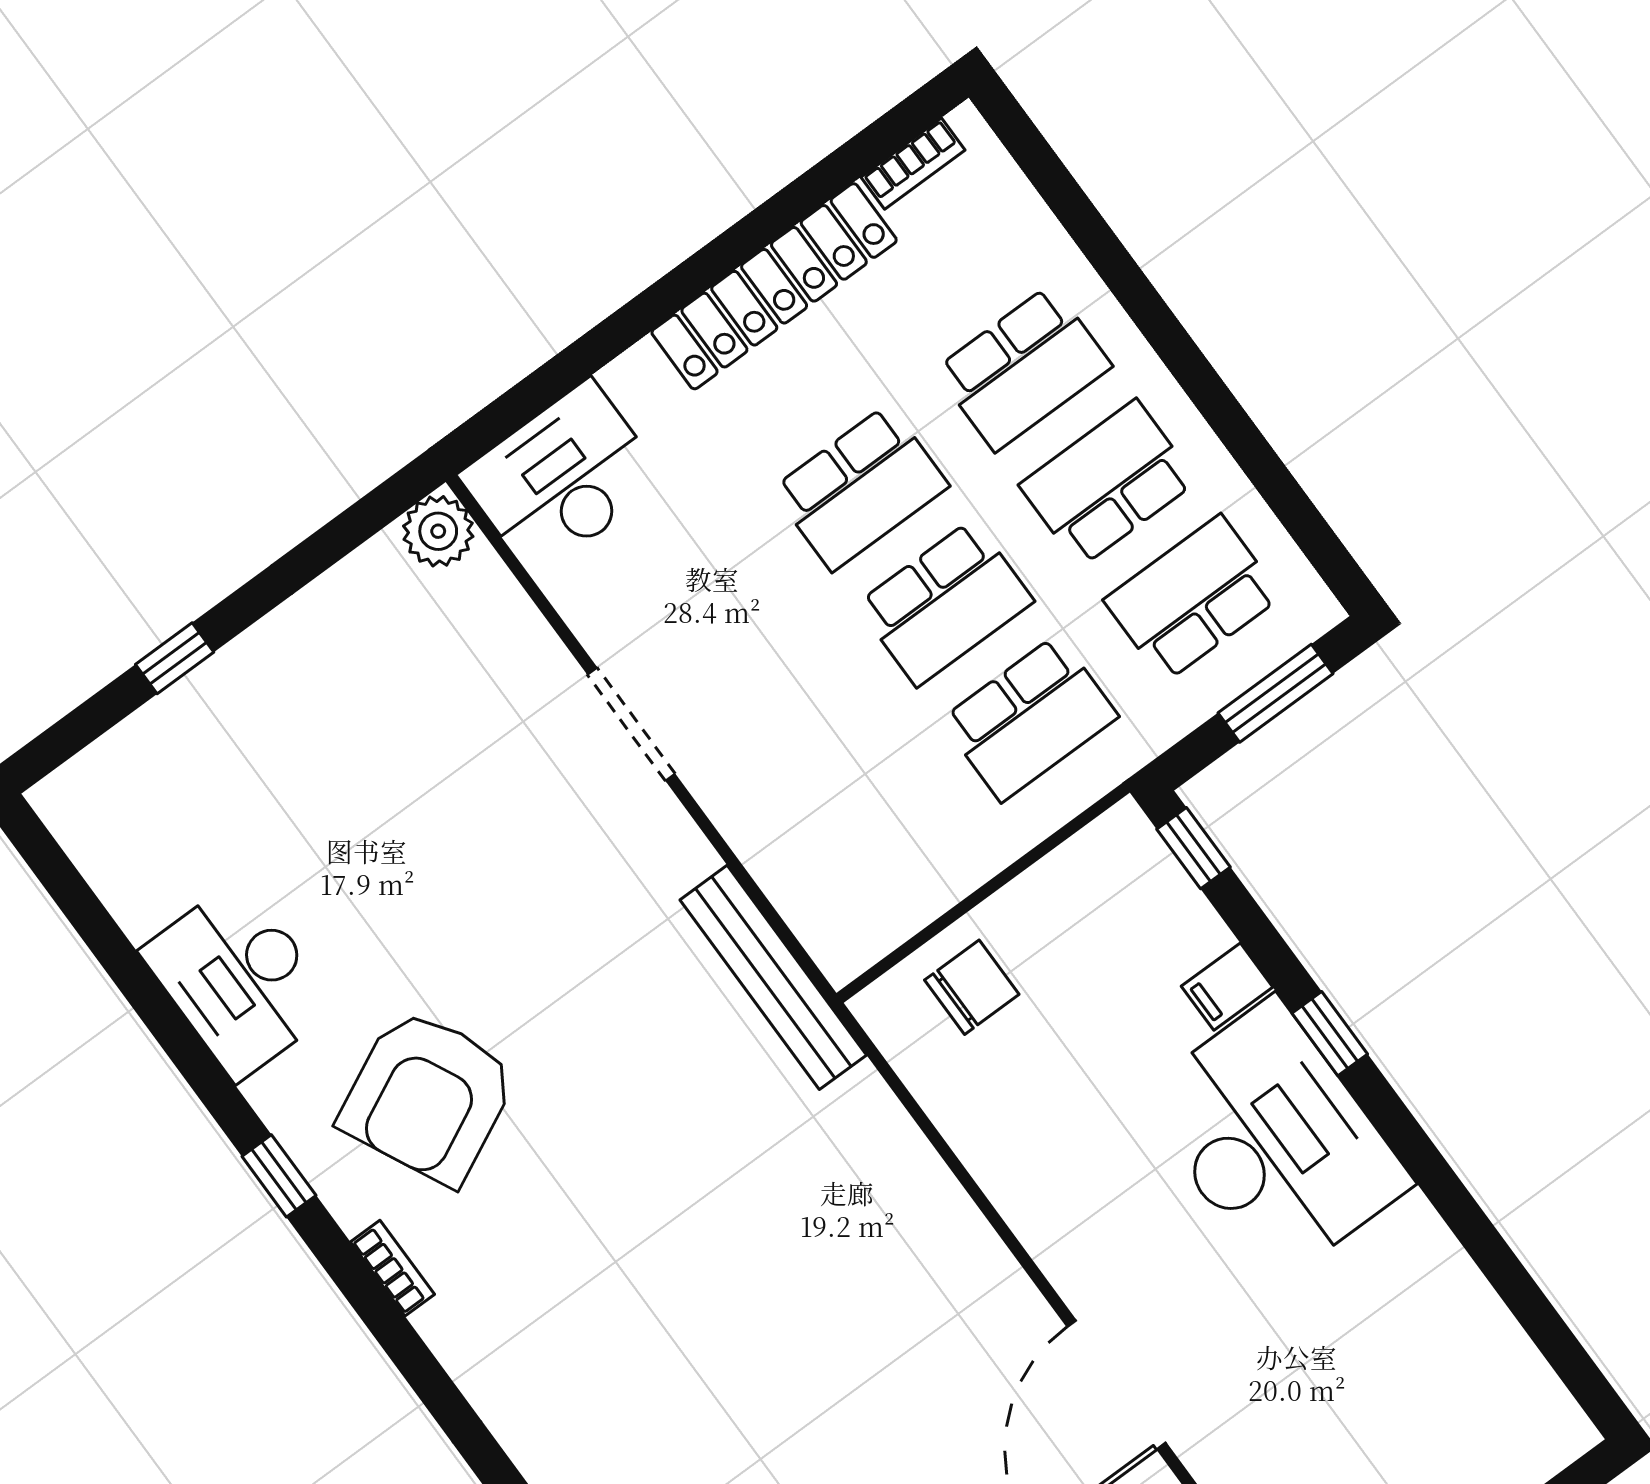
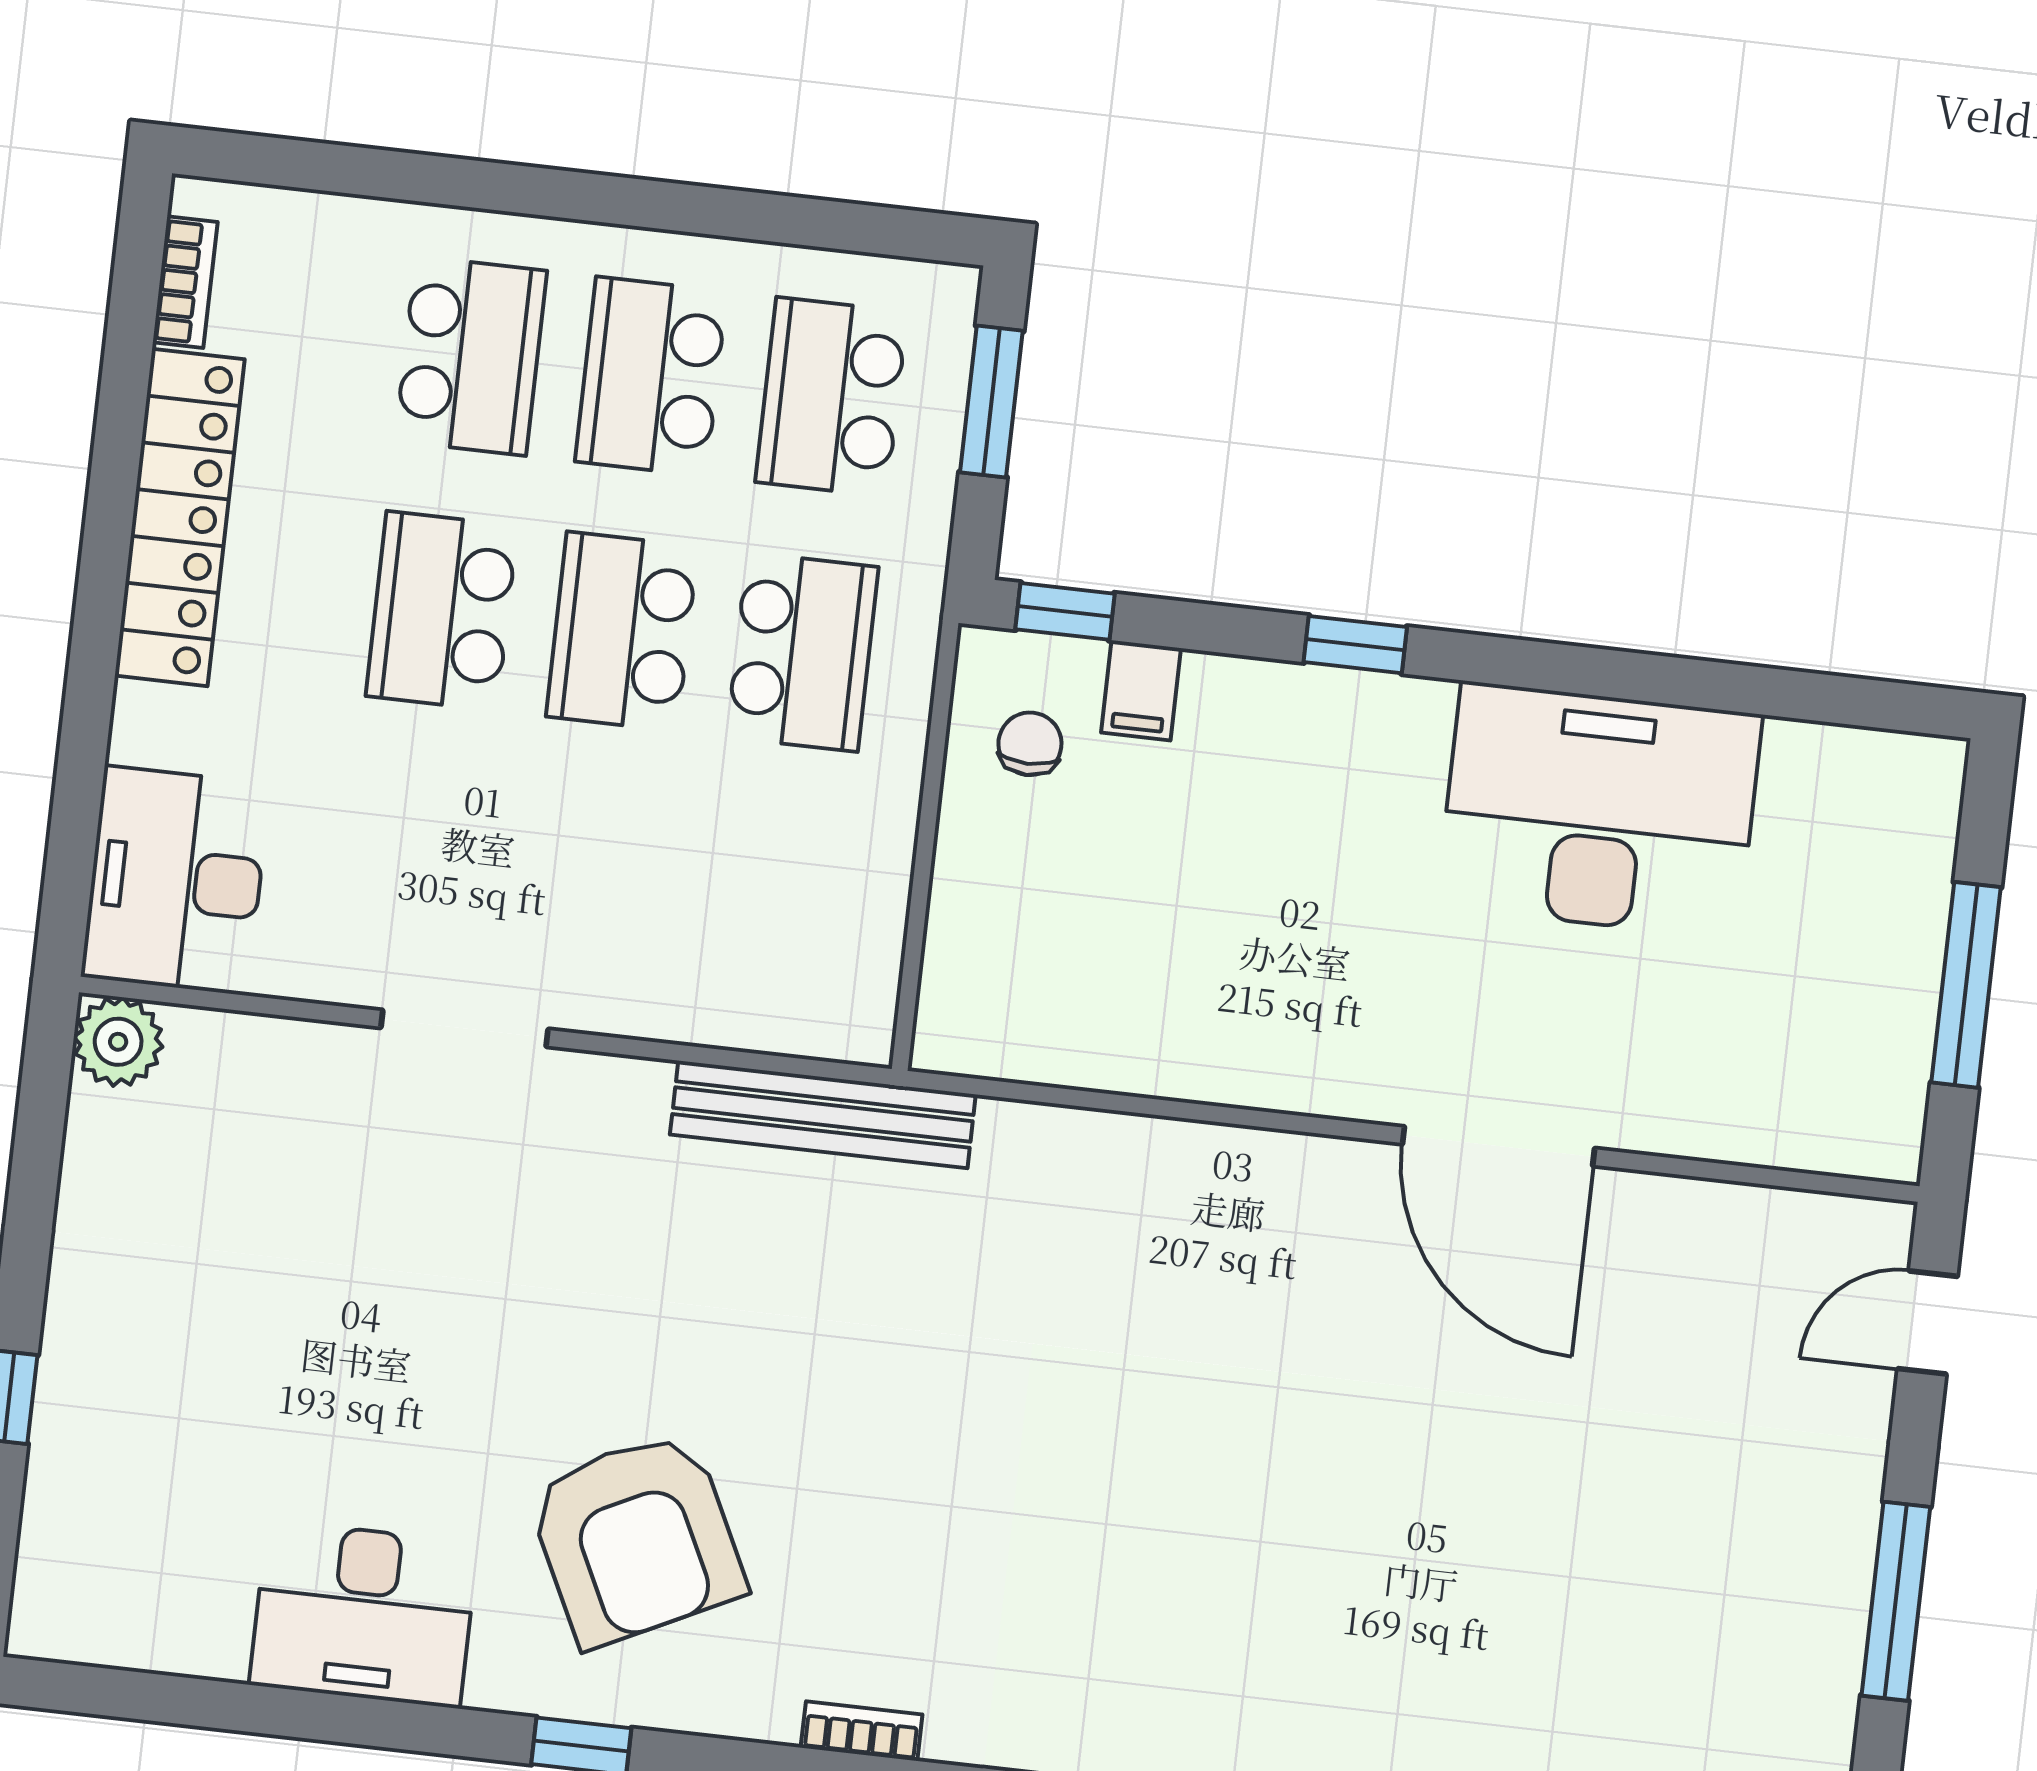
school desk: (860, 488) -> (442, 611), turned 180
school desk: (945, 603) -> (622, 631), turned 180
chair: (972, 987) -> (1030, 744), moved, width x0.73, depth x0.73
filing cabinet: (1227, 987) -> (1141, 690), moved
desk: (1274, 1140) -> (1599, 810), moved
bookcase: (392, 1268) -> (862, 1731), moved

